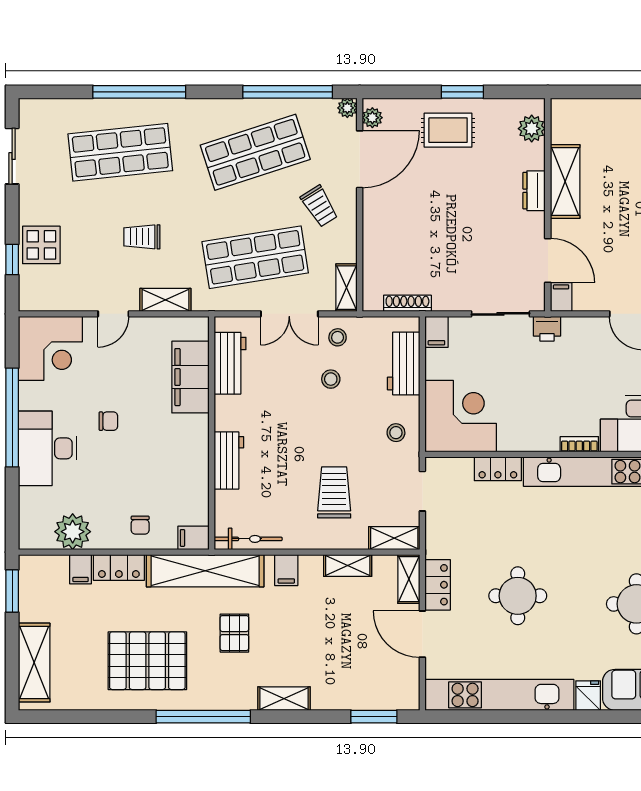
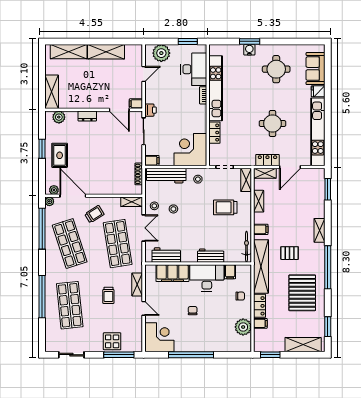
shelving: (565, 181) -> (52, 92), moved, turned 90
window: (12, 260) -> (119, 355), width x2.17
door: (548, 260) -> (119, 110), swing flipped
workbench: (404, 363) -> (166, 176), width x1.38
desk: (48, 448) -> (207, 278), moved, turned 180
filing cabinet: (193, 538) -> (230, 272), moved
window: (73, 717) -> (328, 327), added

